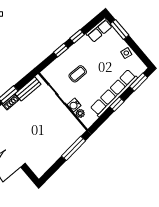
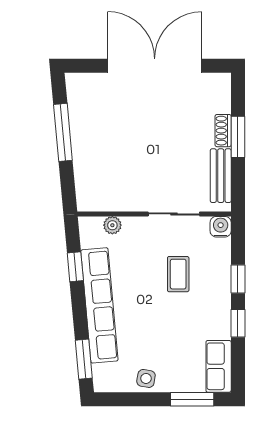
window: (117, 104) -> (75, 267), moved
water cooler: (74, 105) -> (221, 227), moved
window: (74, 148) -> (63, 132), moved

